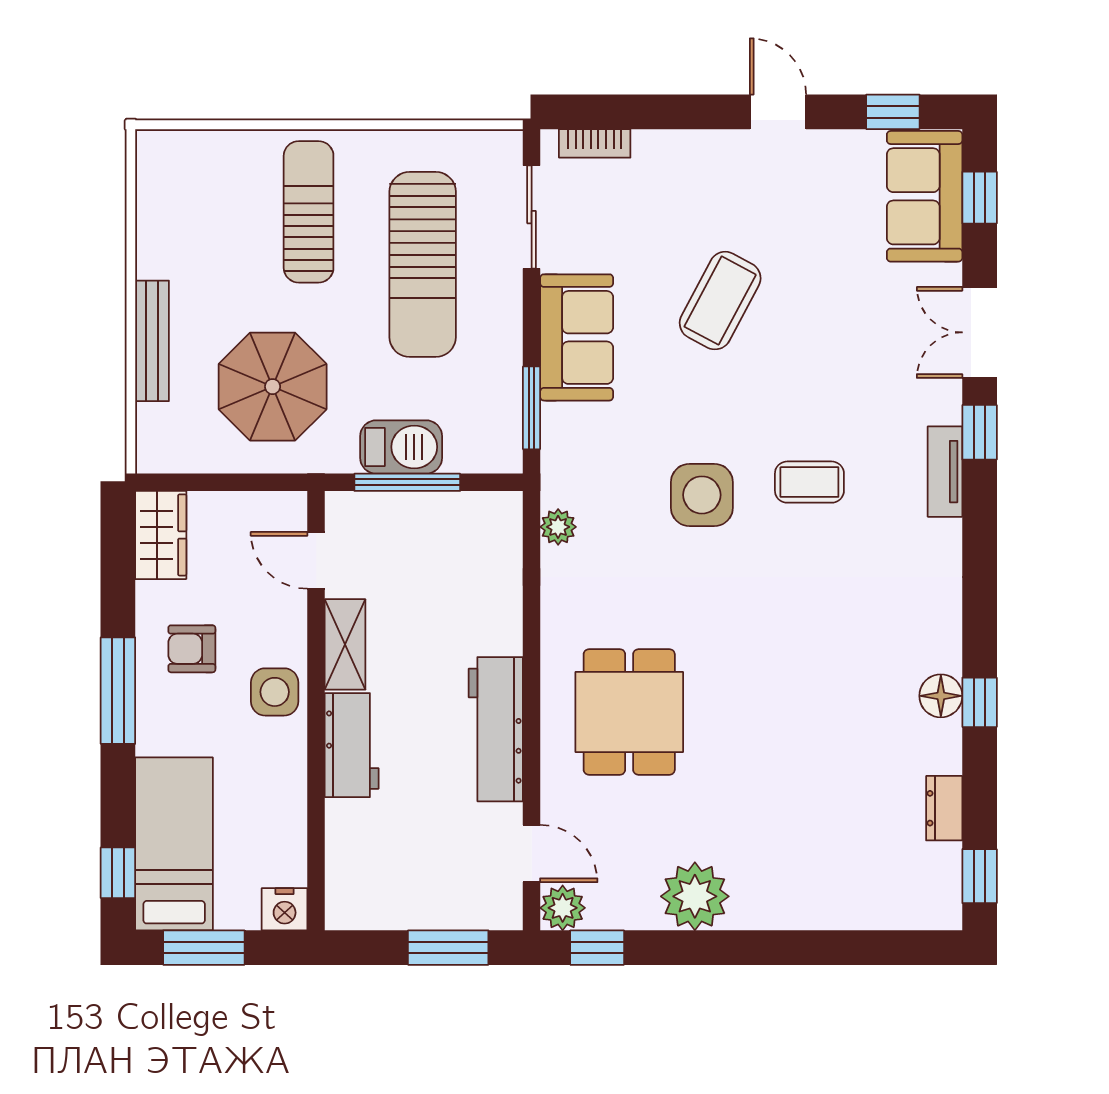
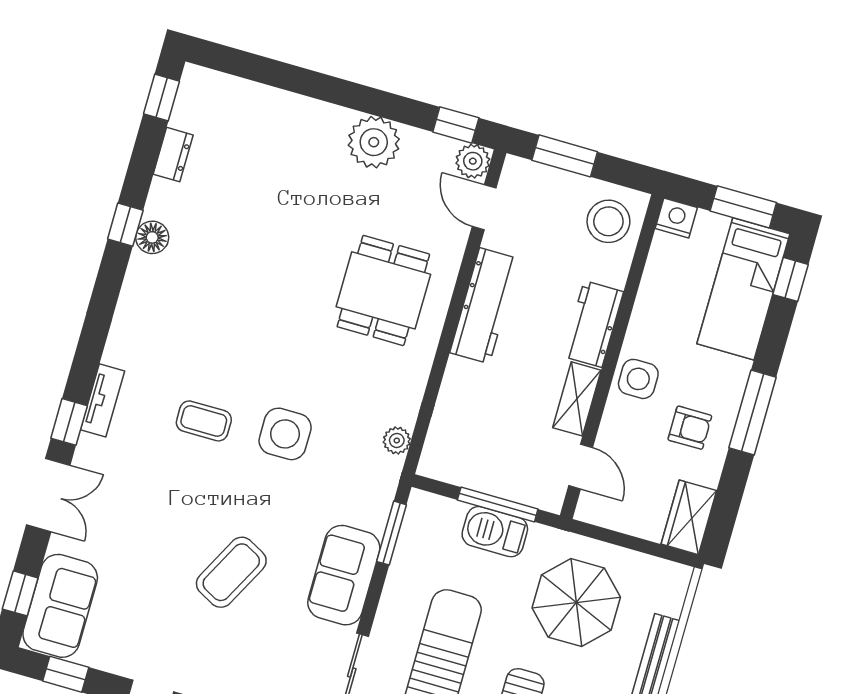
stool: (369, 881) -> (608, 221), added

